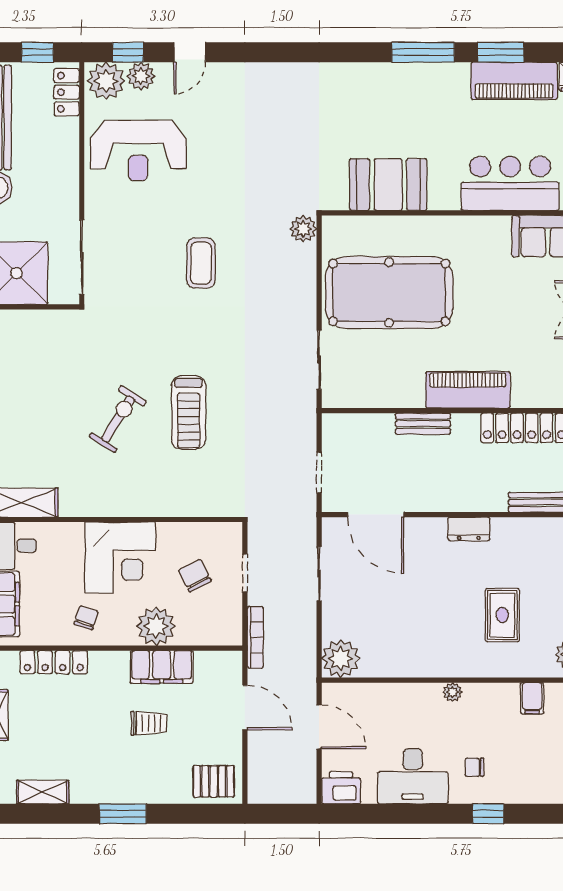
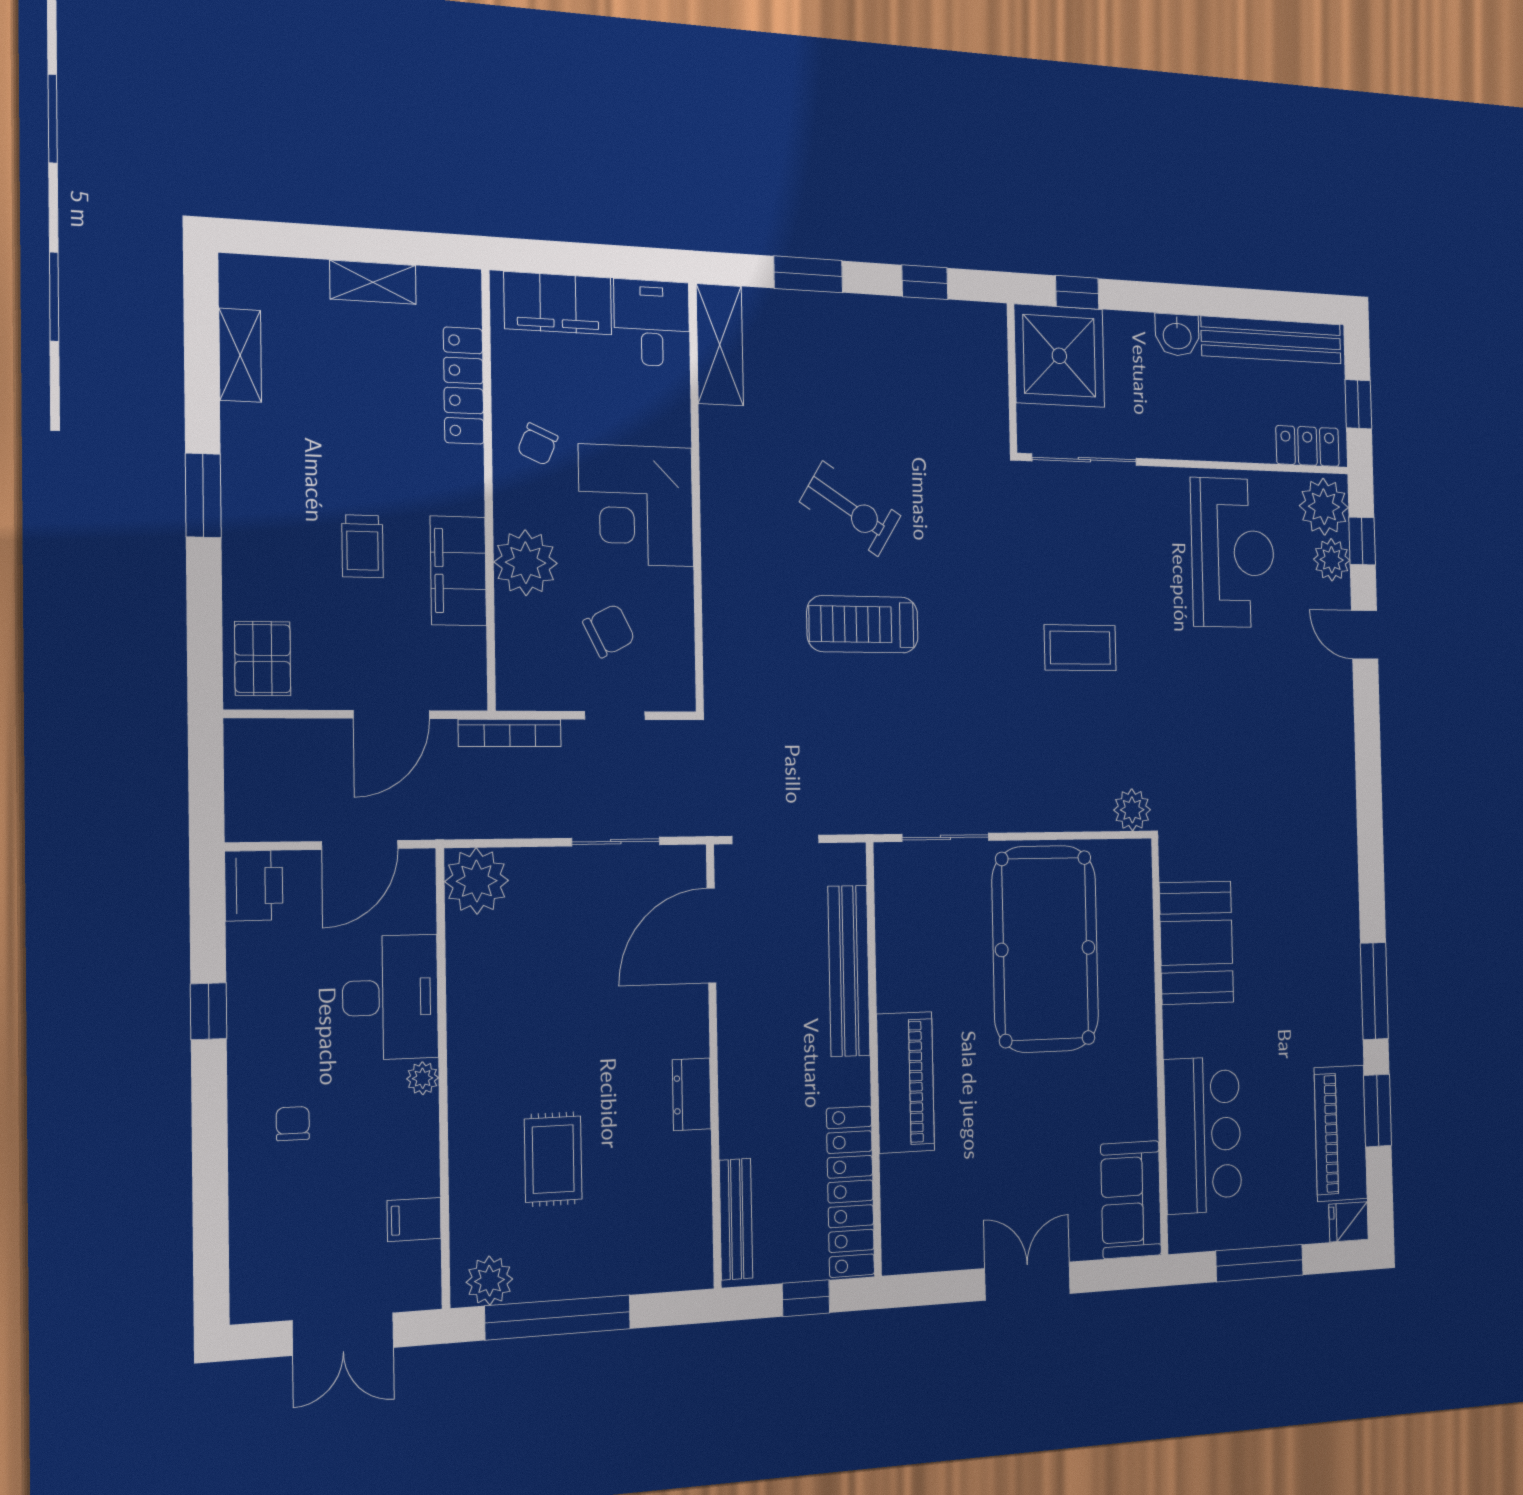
reception desk: (138, 151) -> (1233, 553), turned 180
bench: (423, 424) -> (849, 971), width x1.86, depth x1.21
doorway: (319, 472) -> (776, 840), width x1.38
rug: (502, 615) -> (553, 1159), turned 90
chair: (86, 618) -> (538, 444), turned 94
desk: (413, 776) -> (390, 997), moved, turned 180
window: (488, 814) -> (209, 1011), moved

